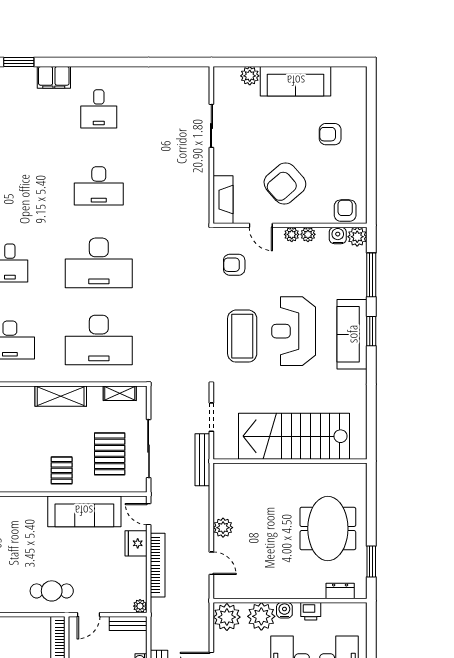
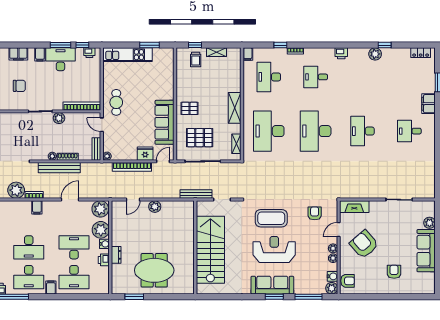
dresser: (340, 591) -> (116, 255), moved

